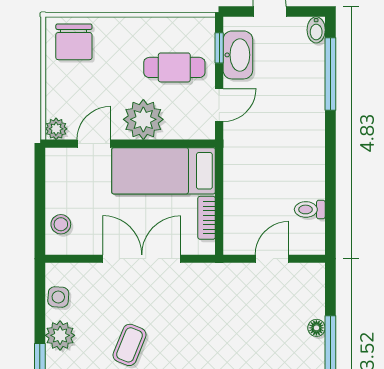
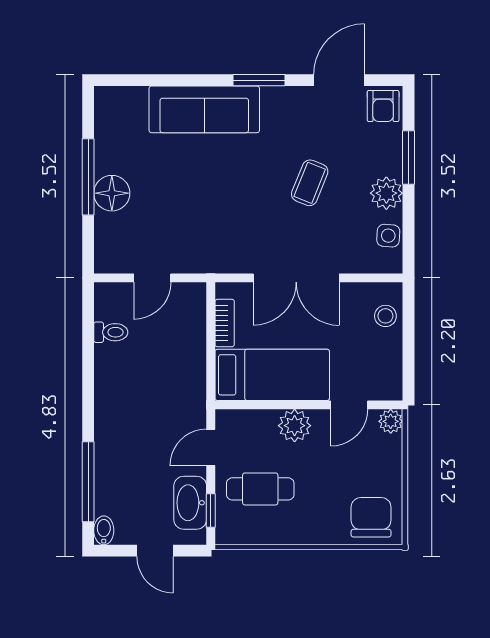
plant: (143, 119) -> (295, 426), width x0.73, depth x0.73
floor lamp: (316, 328) -> (112, 193), width x1.89, depth x1.89

